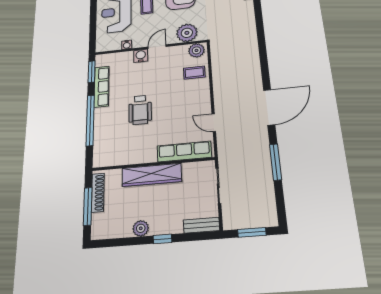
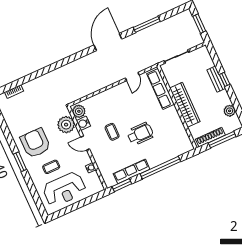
water cooler: (141, 56) -> (83, 123), moved
coffee table: (194, 73) -> (112, 132), moved
door: (269, 107) -> (108, 42), hinge flipped
bench: (201, 225) -> (216, 79), moved
plant: (141, 228) -> (230, 111), moved

